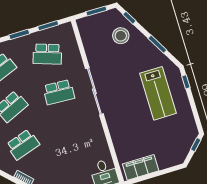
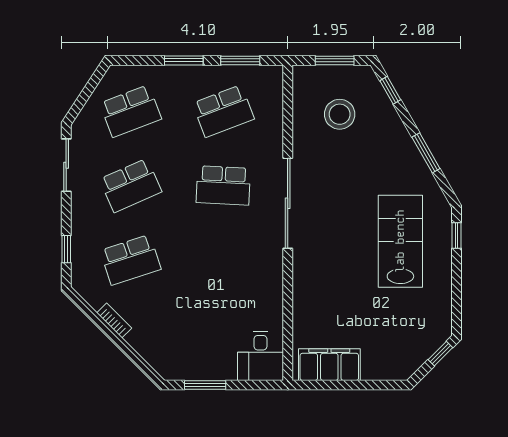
stool: (121, 36) -> (340, 114), moved
school desk: (47, 54) -> (223, 111), turned -39
lab bench: (158, 93) -> (400, 241), turned 180

